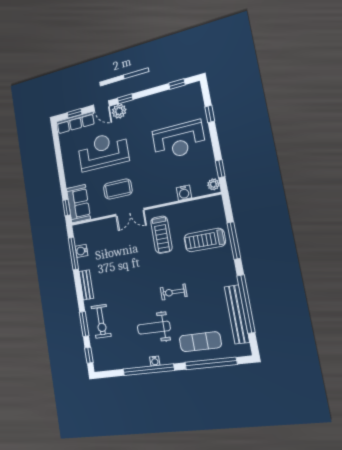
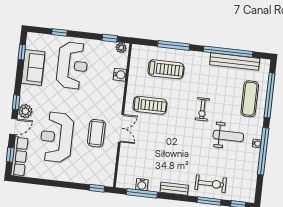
sofa: (78, 204) -> (33, 68), moved, turned 90
treadmill: (205, 240) -> (166, 69), turned -90
weight bench: (154, 328) -> (228, 136), turned -90

